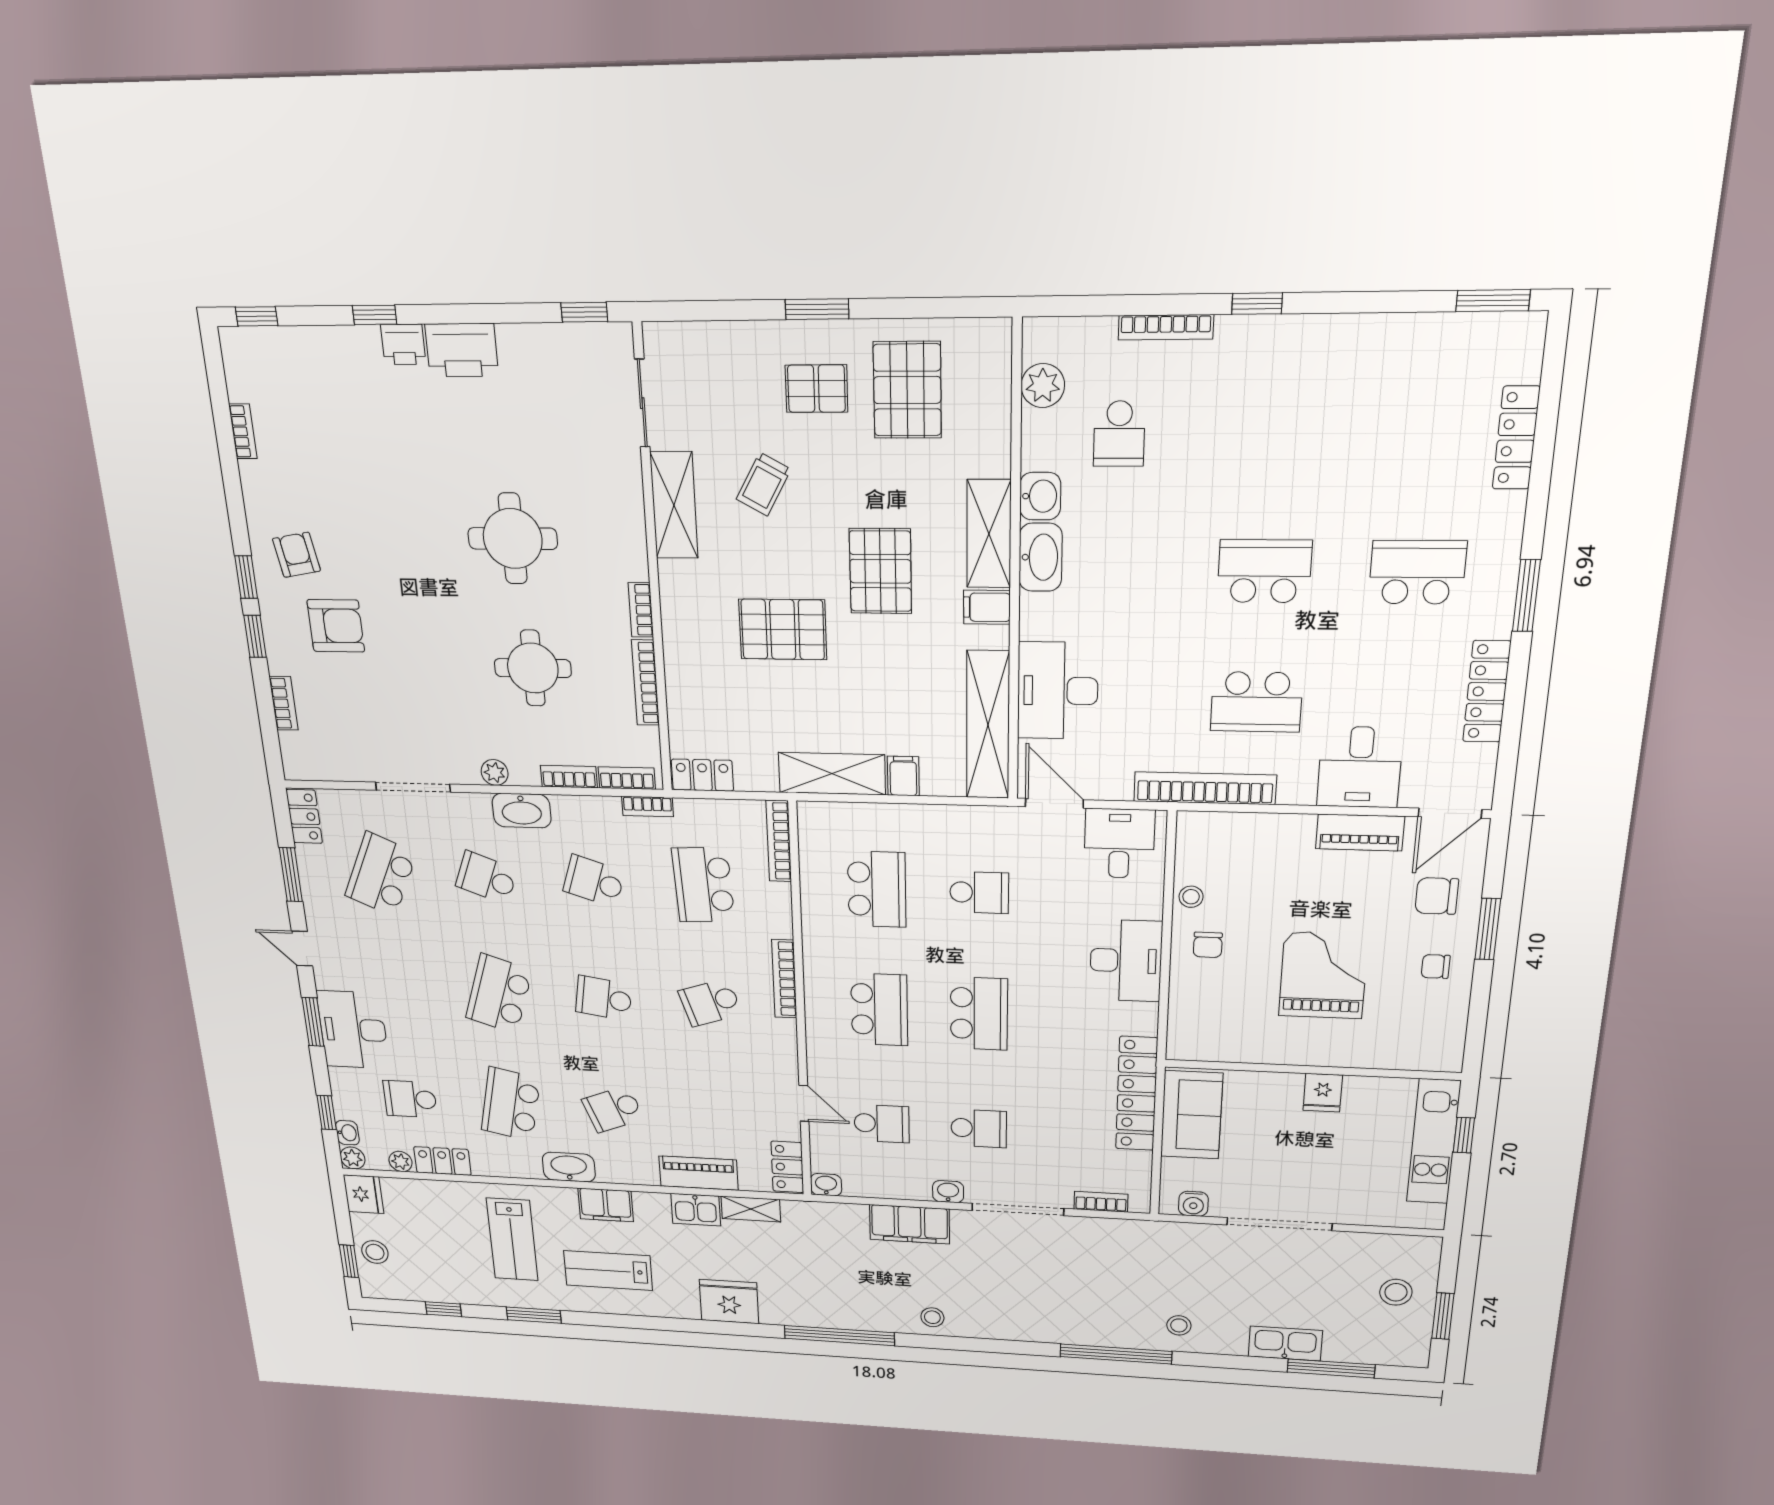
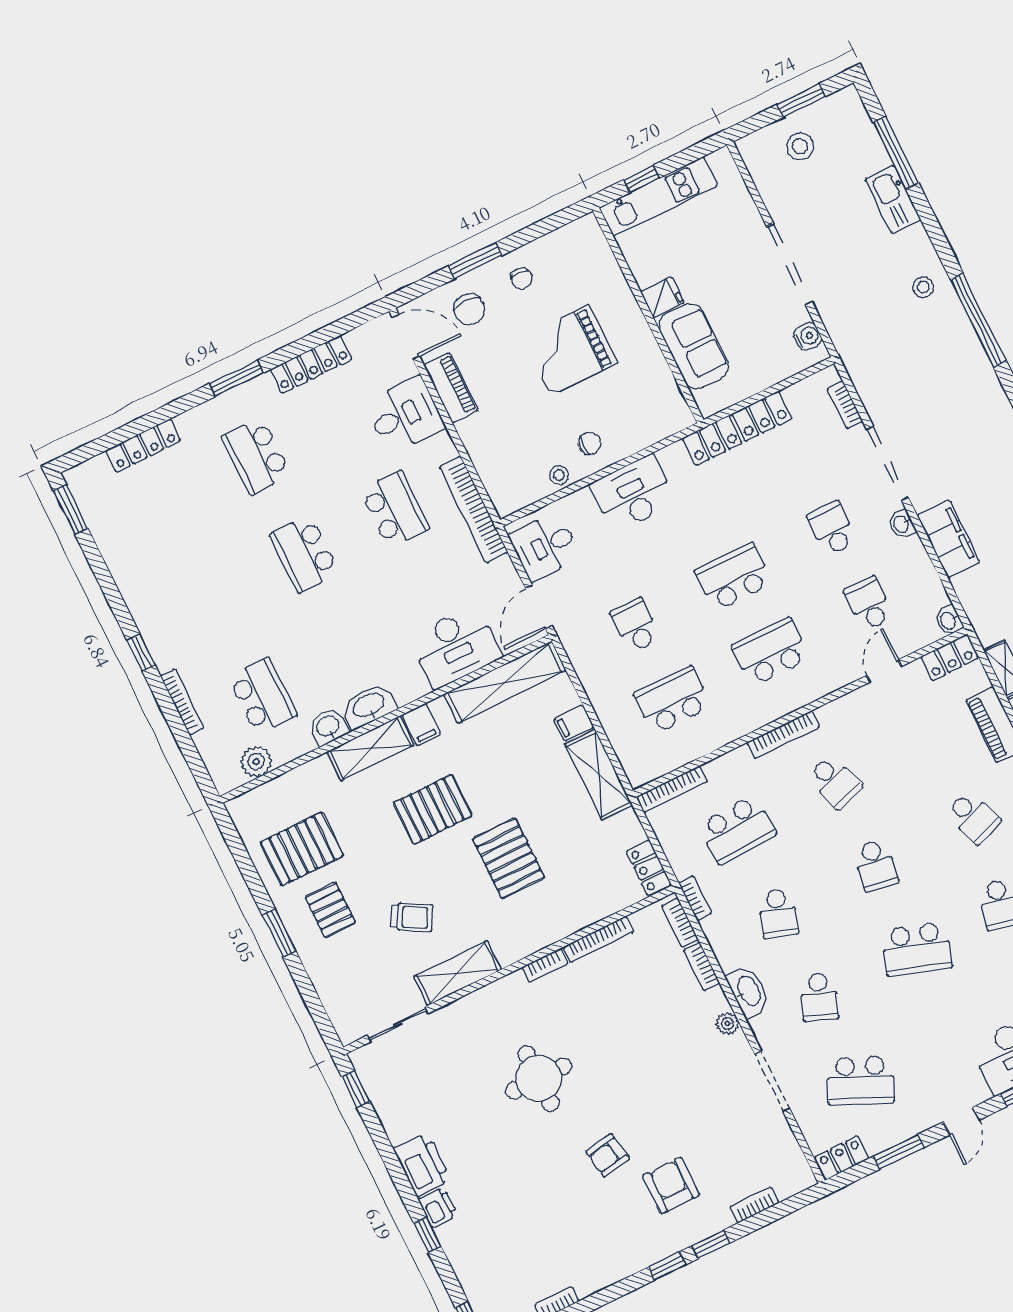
school desk: (1119, 434) -> (262, 696), width x1.85
armchair: (296, 555) -> (608, 1155), moved
round table: (533, 668) -> (629, 1026), removed
sofa: (1192, 1115) -> (693, 346), moved, turned 90

